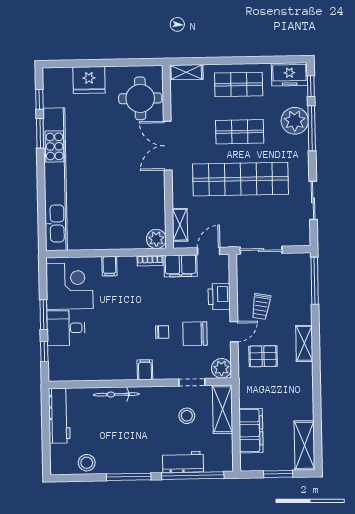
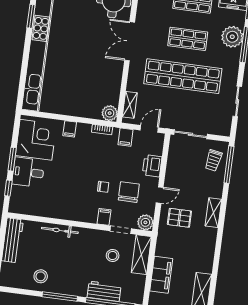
filing cabinet: (181, 266) -> (125, 137), width x0.50
trolley: (261, 306) -> (213, 160), moved
chair: (195, 334) -> (129, 192), turned 90
filing cabinet: (145, 370) -> (104, 217), moved
stool: (87, 463) -> (41, 276), moved

